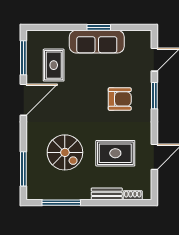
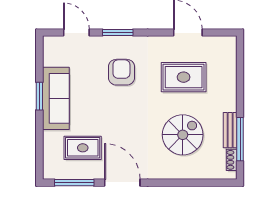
rug: (115, 153) -> (184, 77), turned 90
window: (23, 169) -> (202, 183), removed
bench: (107, 194) -> (230, 130), moved
shoe rack: (133, 195) -> (232, 160), moved

